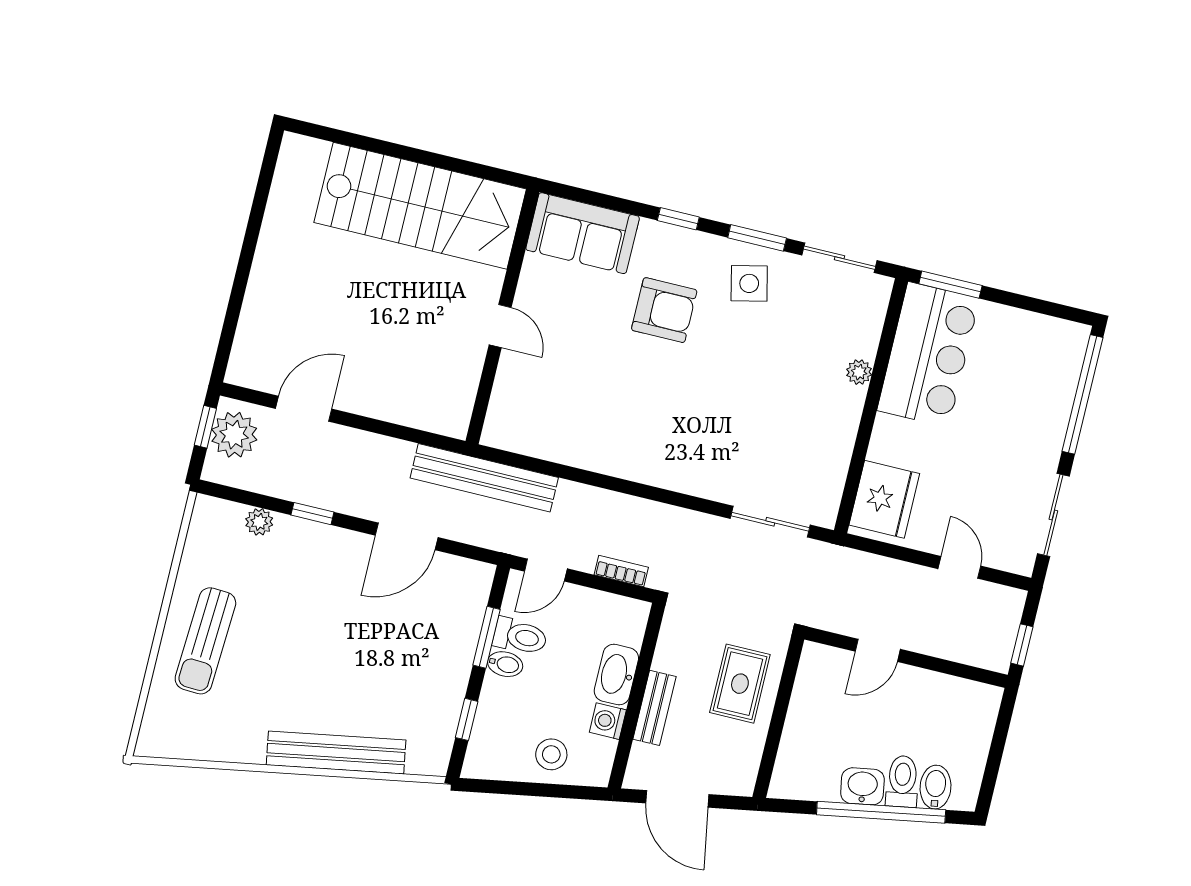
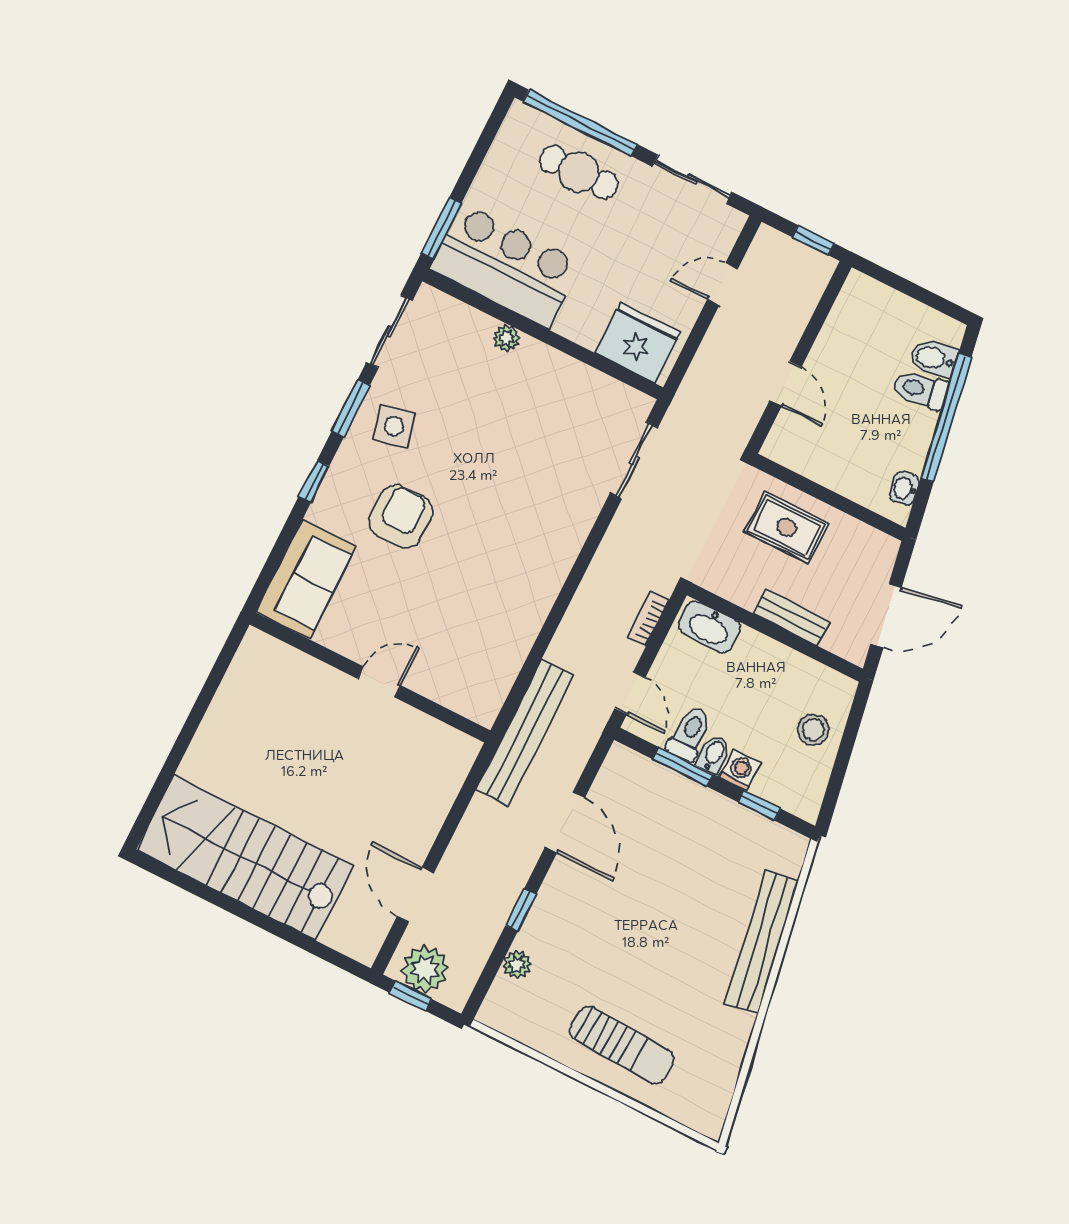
stairs: (420, 206) -> (245, 858), moved, turned -90
cafe table: (1035, 404) -> (579, 172), added
washbasin: (616, 675) -> (709, 627), moved
washing machine: (608, 721) -> (740, 770), moved, turned 180
washbasin: (862, 786) -> (904, 488), moved, width x0.72, depth x0.69

